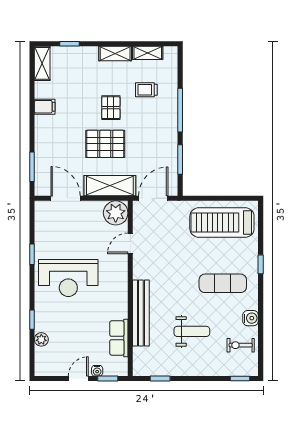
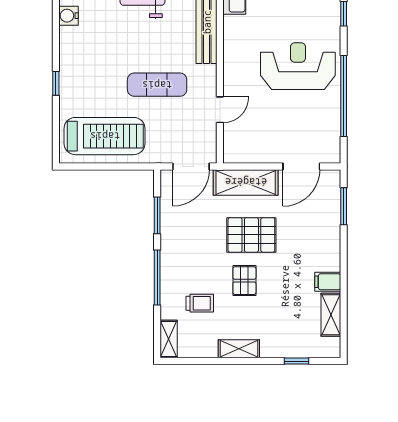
shelving: (148, 53) -> (169, 339), moved, turned 90
shelving: (42, 63) -> (331, 315), moved
door: (66, 198) -> (301, 166), hinge flipped
plant: (116, 213) -> (238, 148), removed
window: (32, 254) -> (344, 96), width x3.17
exercise mat: (223, 283) -> (157, 85), moved

